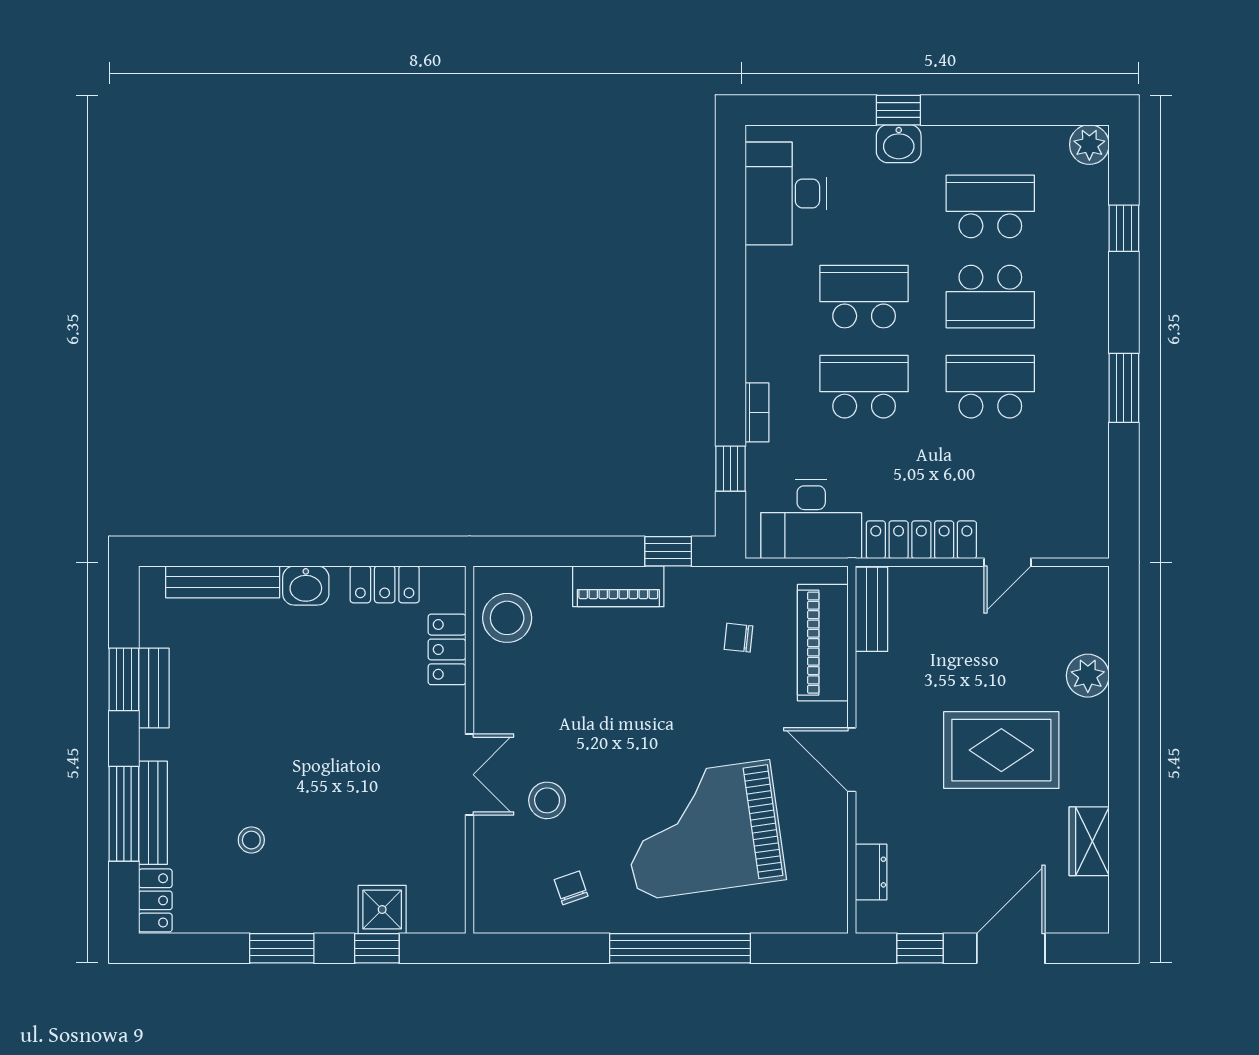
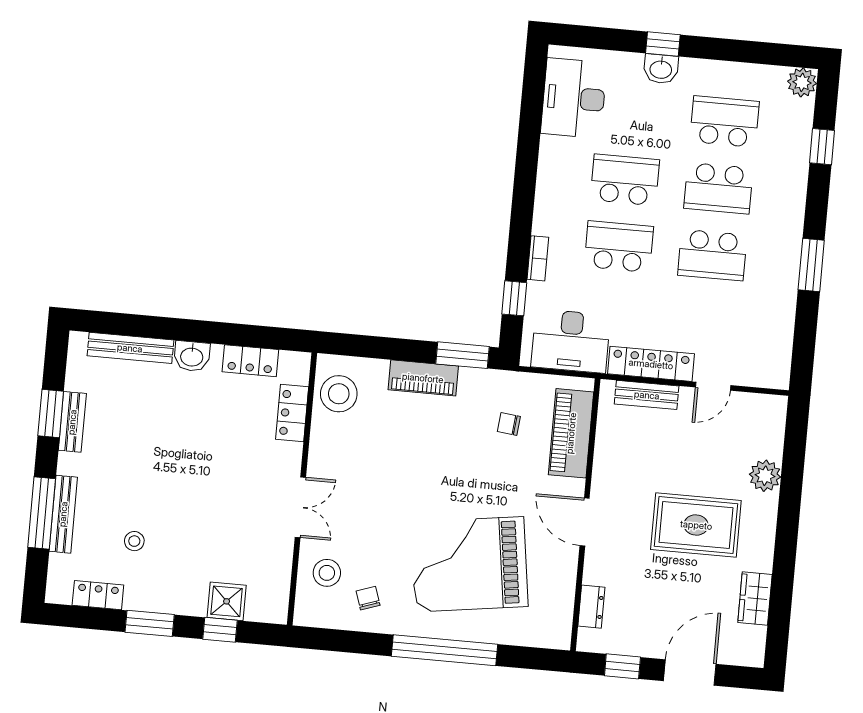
school desk: (990, 387) -> (712, 255), turned 180
window: (668, 551) -> (463, 355), width x1.50
bench: (872, 609) -> (647, 395), moved, turned 90
stool: (547, 800) -> (327, 573), moved
locker: (155, 900) -> (98, 595), moved, turned -90

